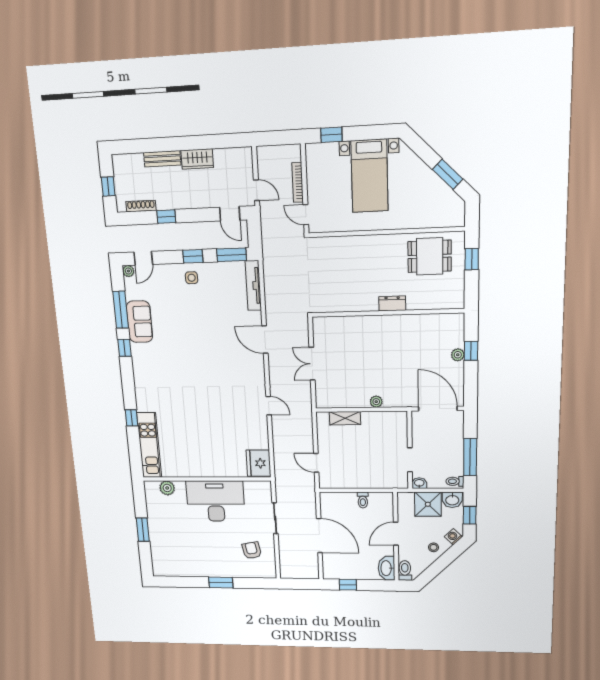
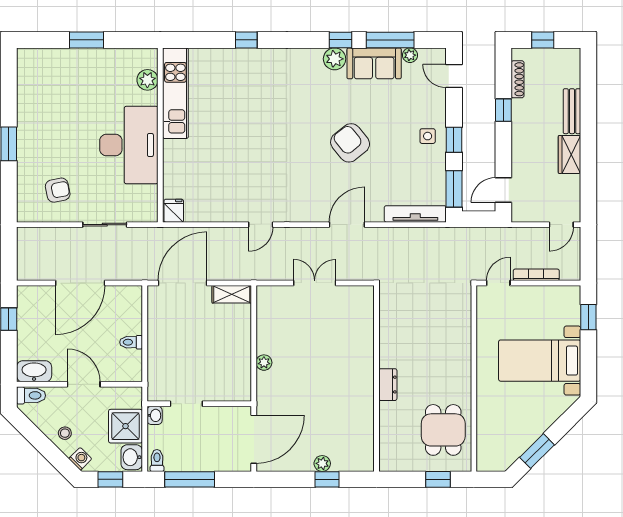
door: (256, 190) -> (561, 225), moved
plant: (128, 271) -> (410, 55), moved
armchair: (202, 339) -> (350, 143), added
plant: (139, 352) -> (335, 59), added
shelving: (345, 418) -> (232, 294), moved, turned 90
kitchen unit: (149, 445) -> (175, 93), moved, turned -90
fridge: (259, 463) -> (174, 211), width x0.53, depth x0.75
door: (316, 463) -> (182, 283), width x1.87

